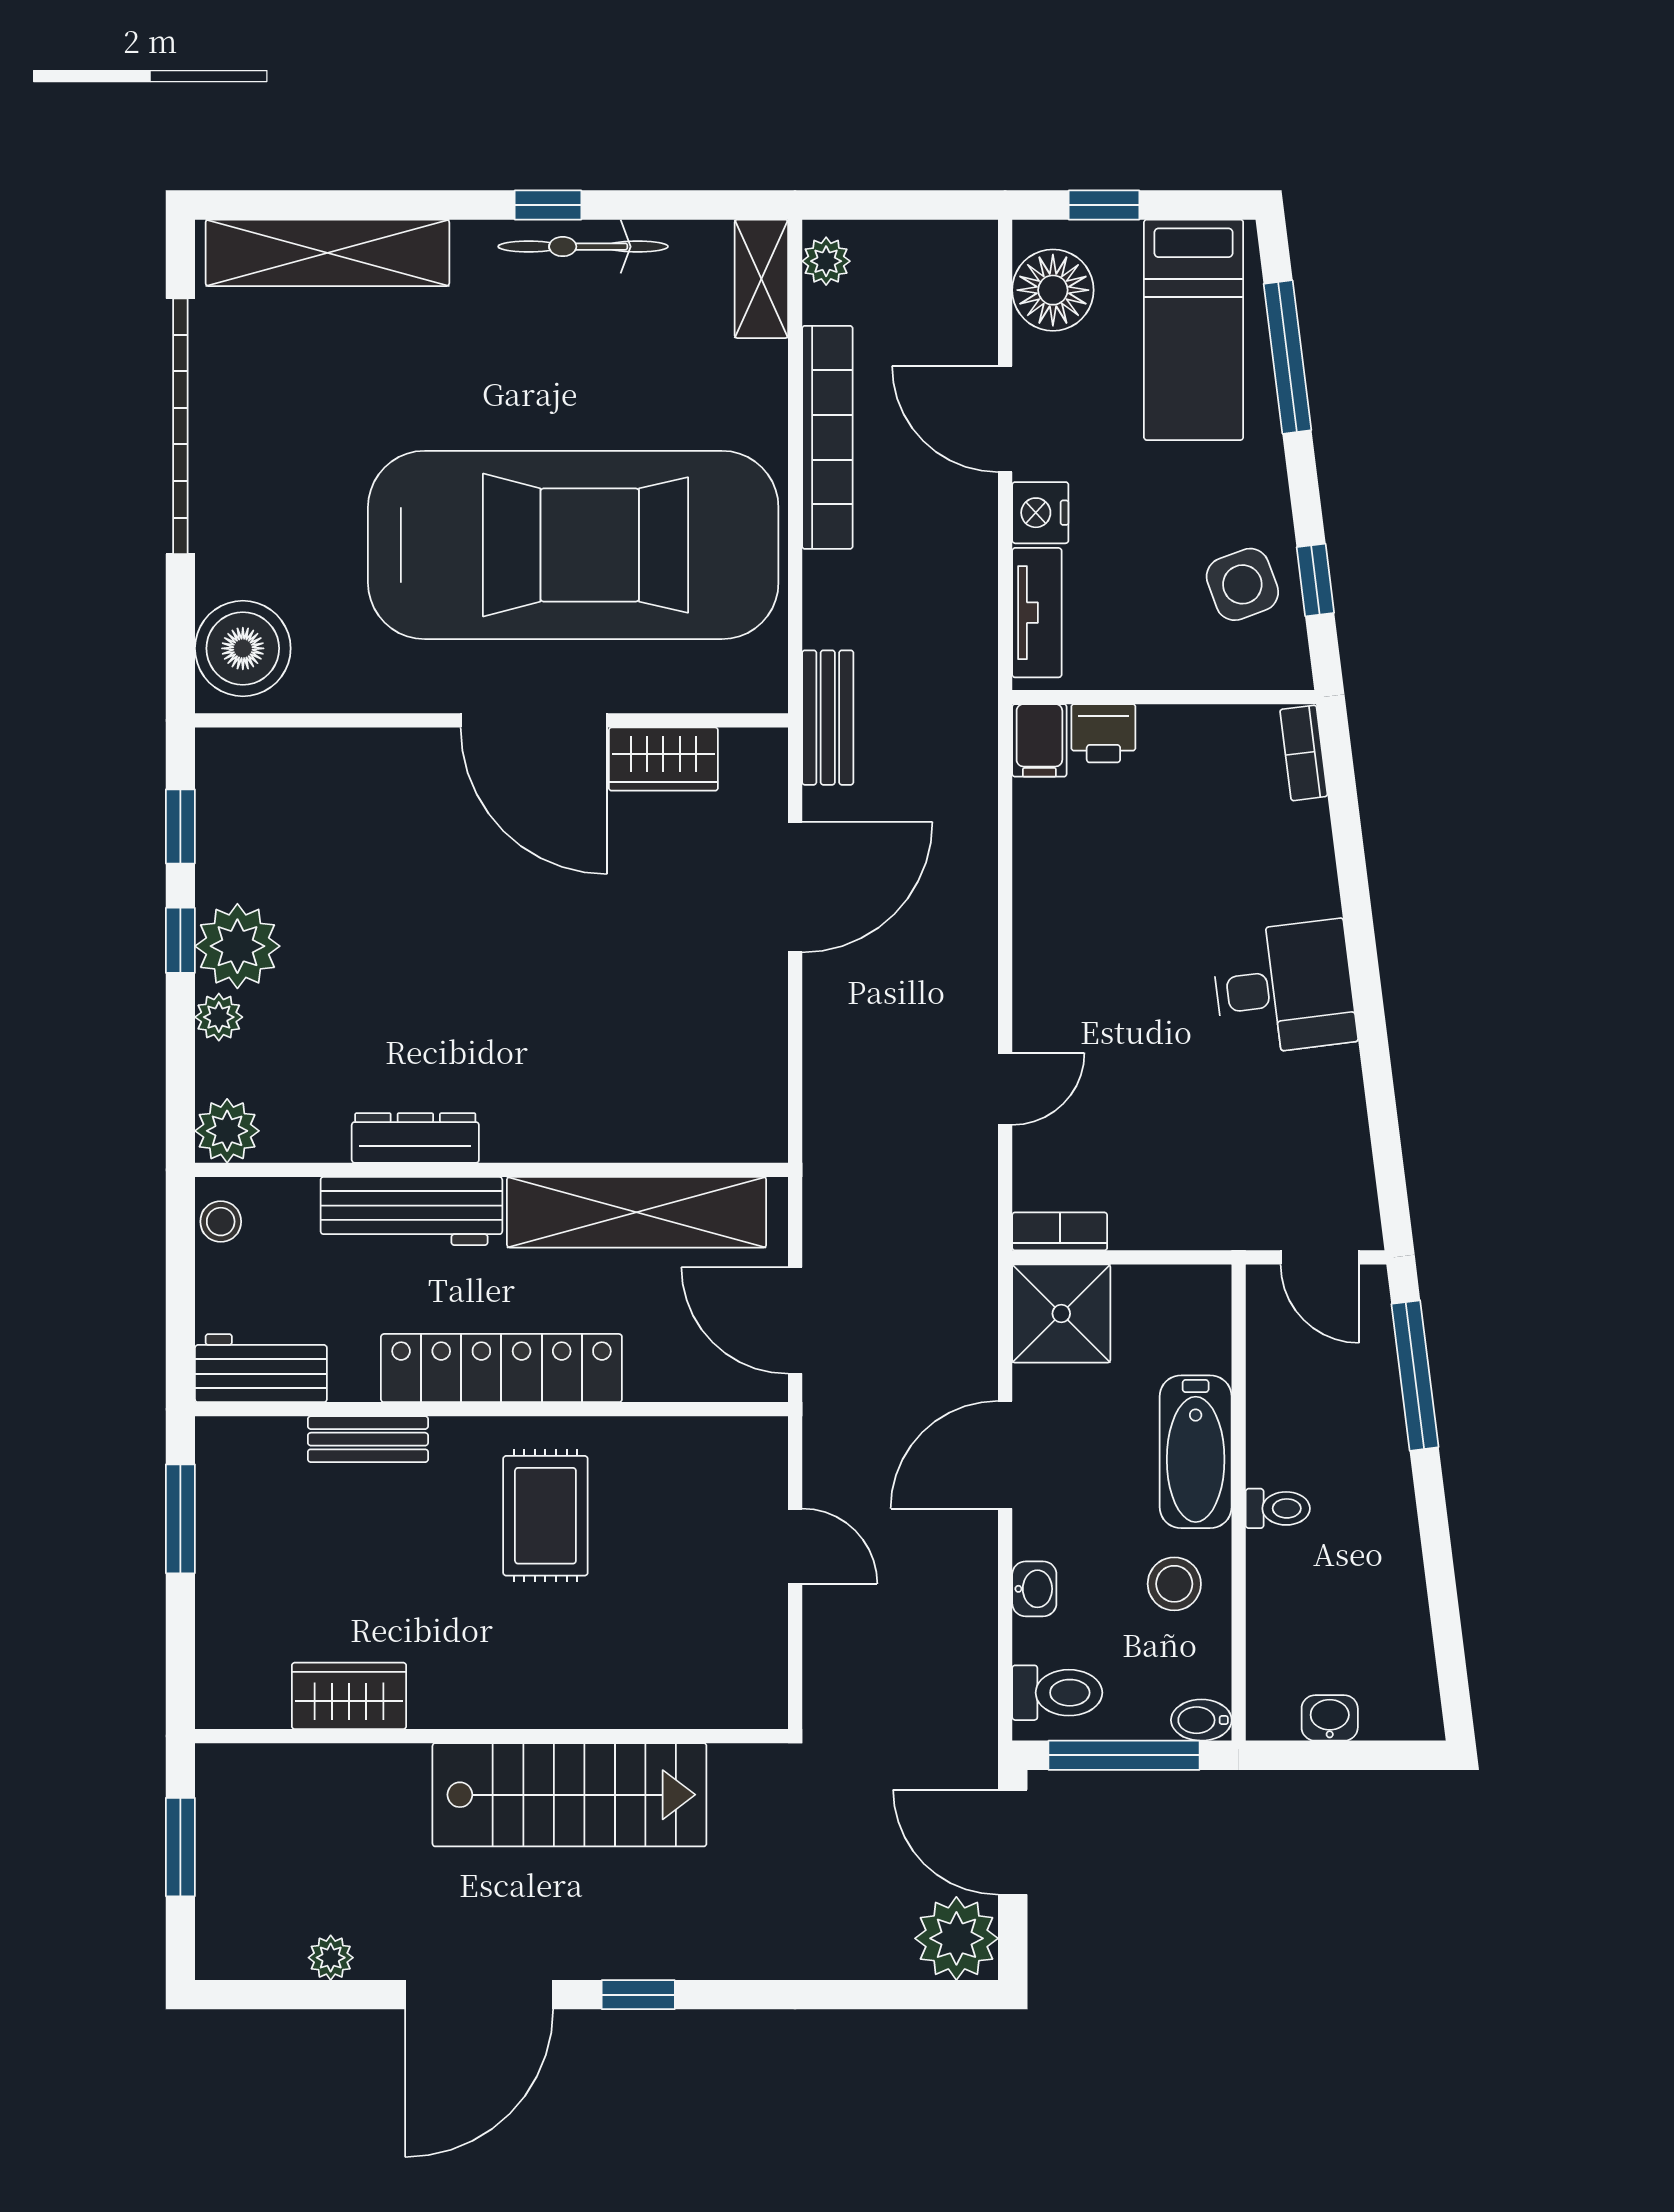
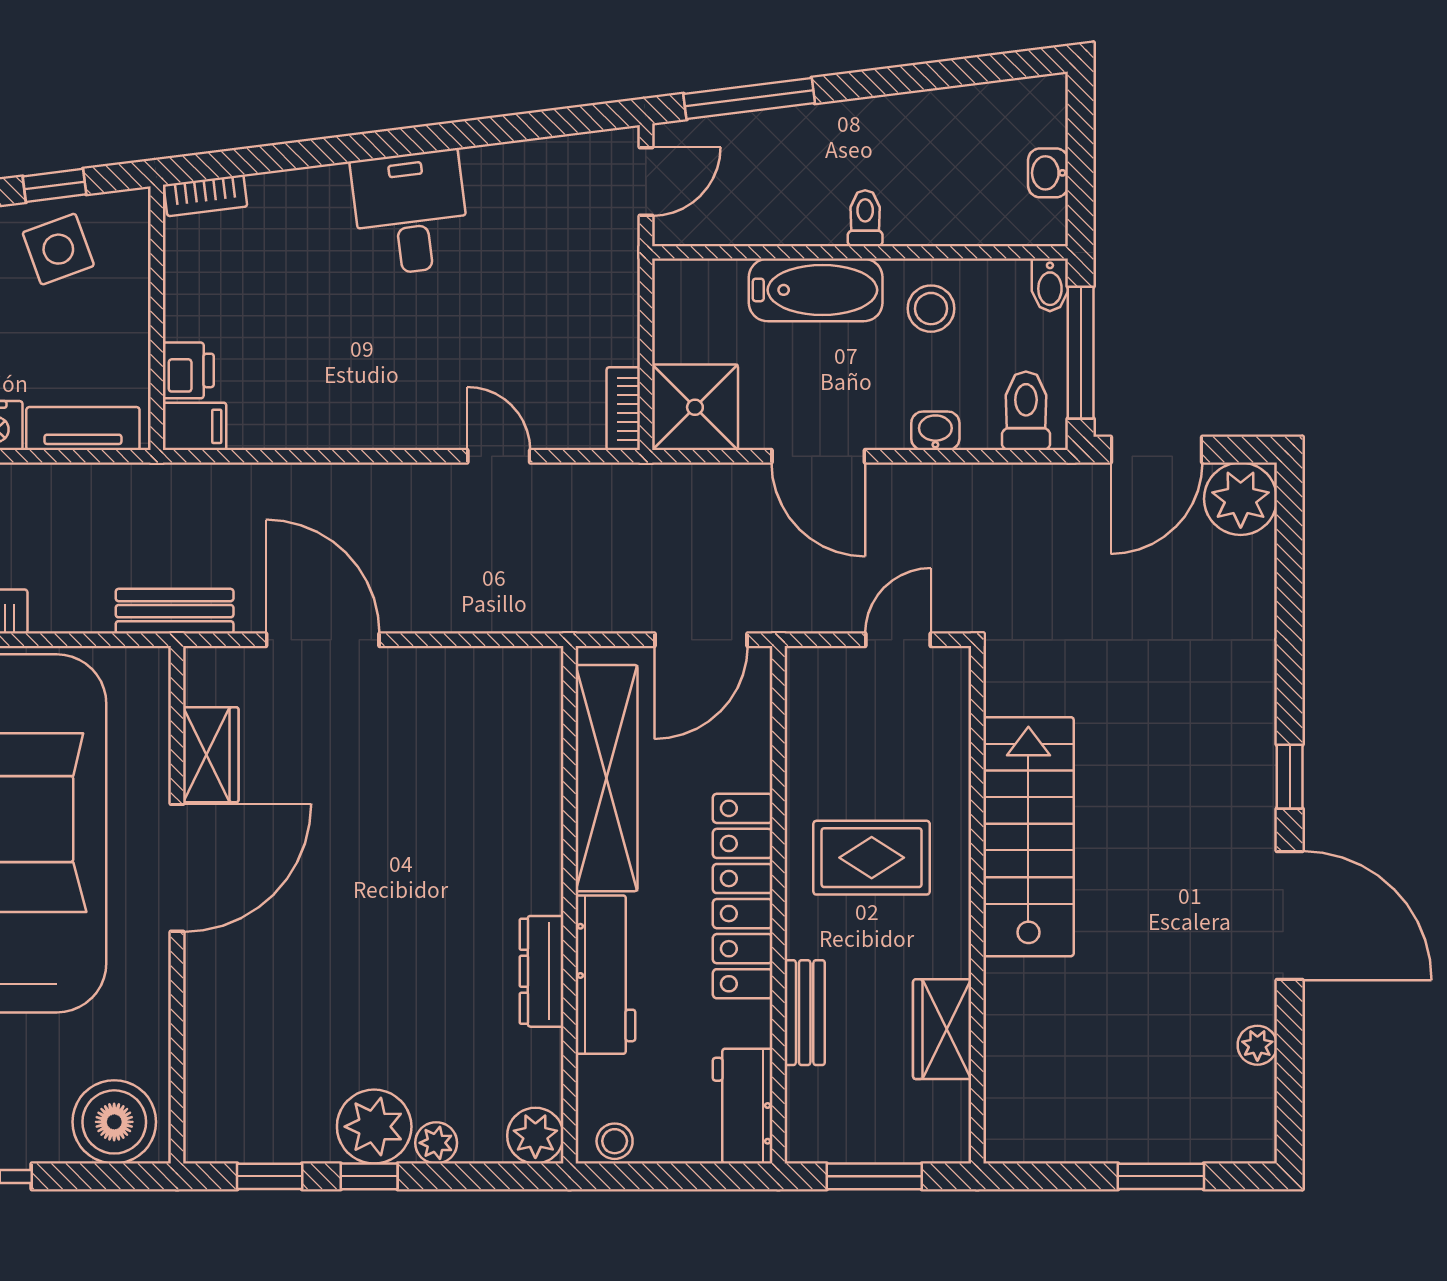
wardrobe: (349, 1696) -> (942, 1029), moved
wall: (492, 1736) -> (977, 905), moved
stairs: (569, 1795) -> (1028, 837), moved

